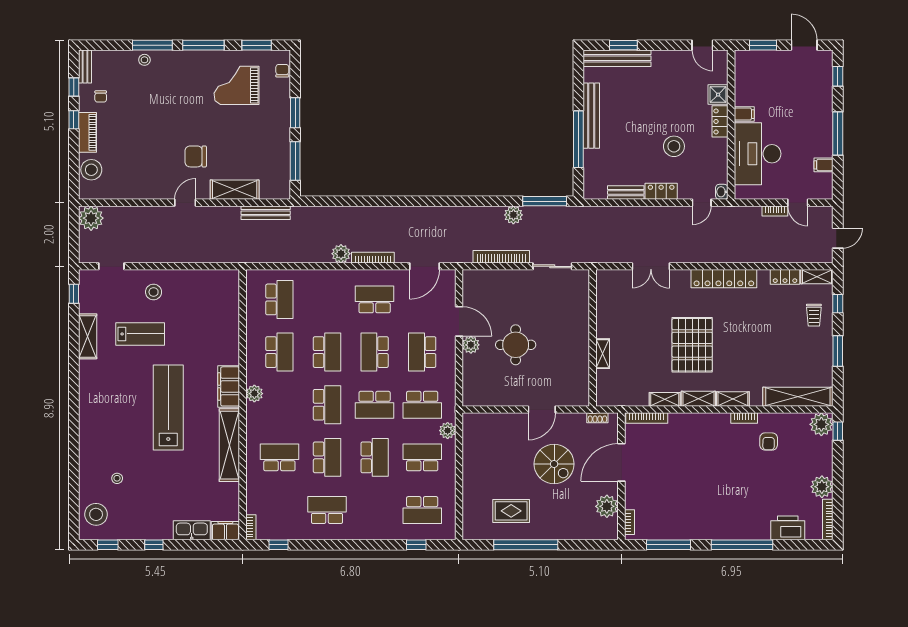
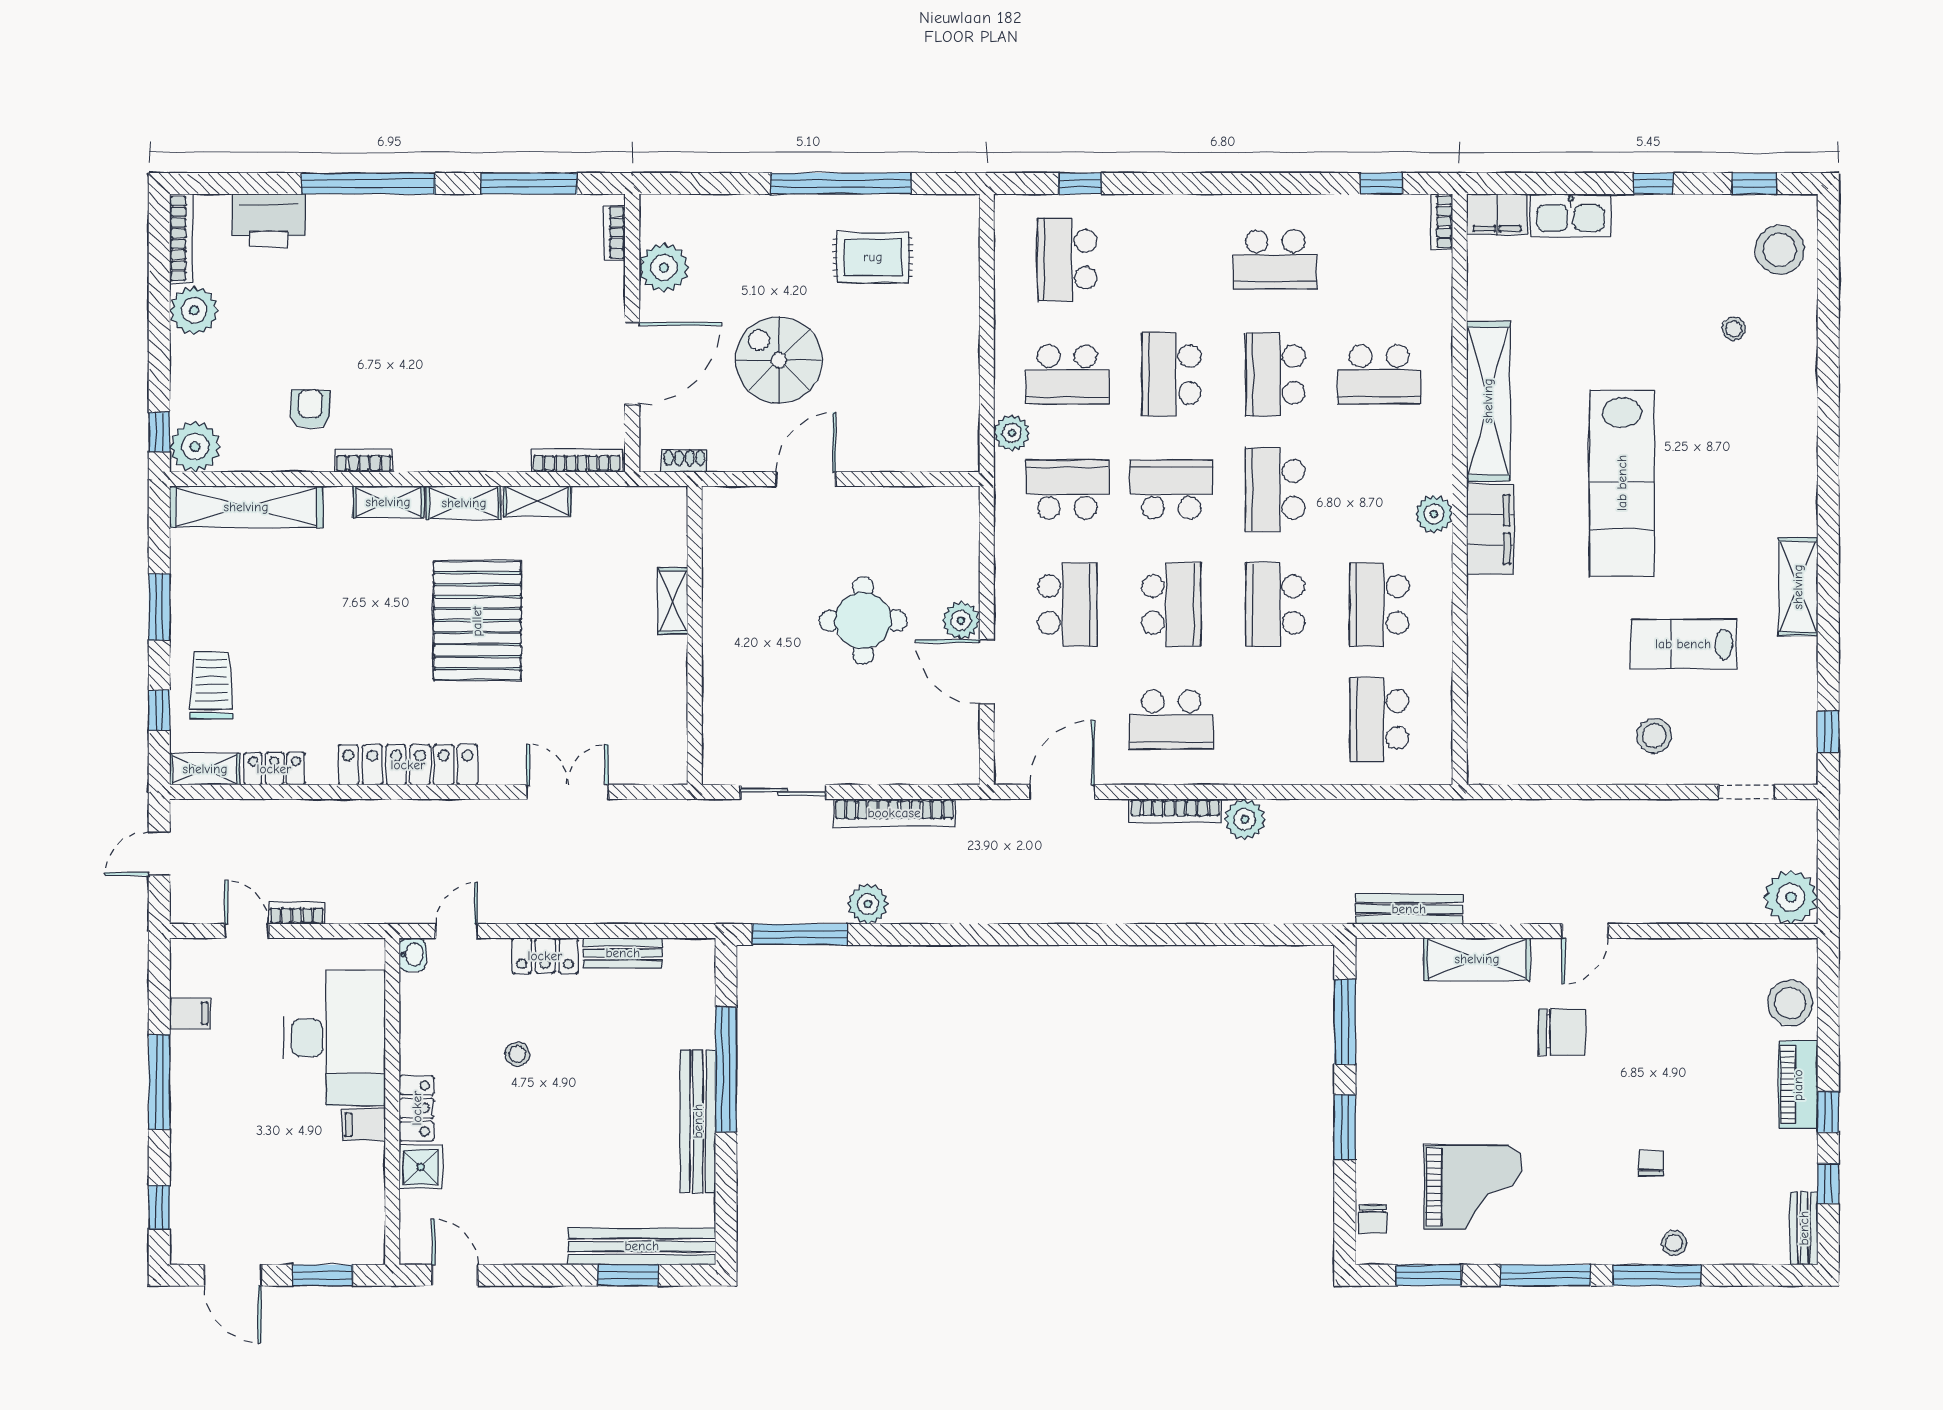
chair: (101, 96) -> (1651, 1163), moved
stool: (674, 146) -> (517, 1054), width x0.53, depth x0.53
trolley: (814, 315) -> (211, 685), width x1.36, depth x1.39
shelving: (88, 336) -> (1798, 587), moved
school desk: (422, 510) -> (1067, 259), turned -90

